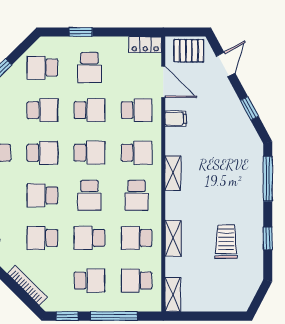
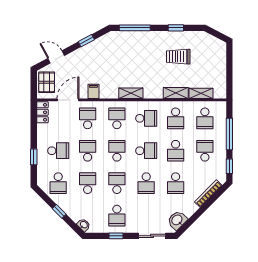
shelving: (173, 294) -> (201, 93), moved

